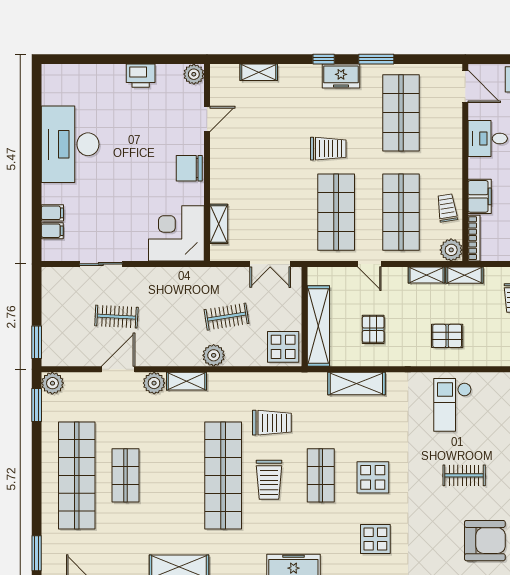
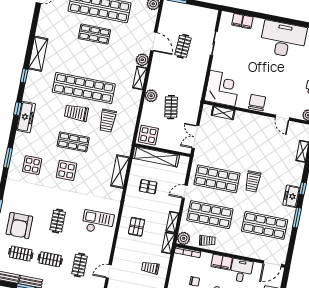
filing cabinet: (480, 196) -> (222, 262), moved

